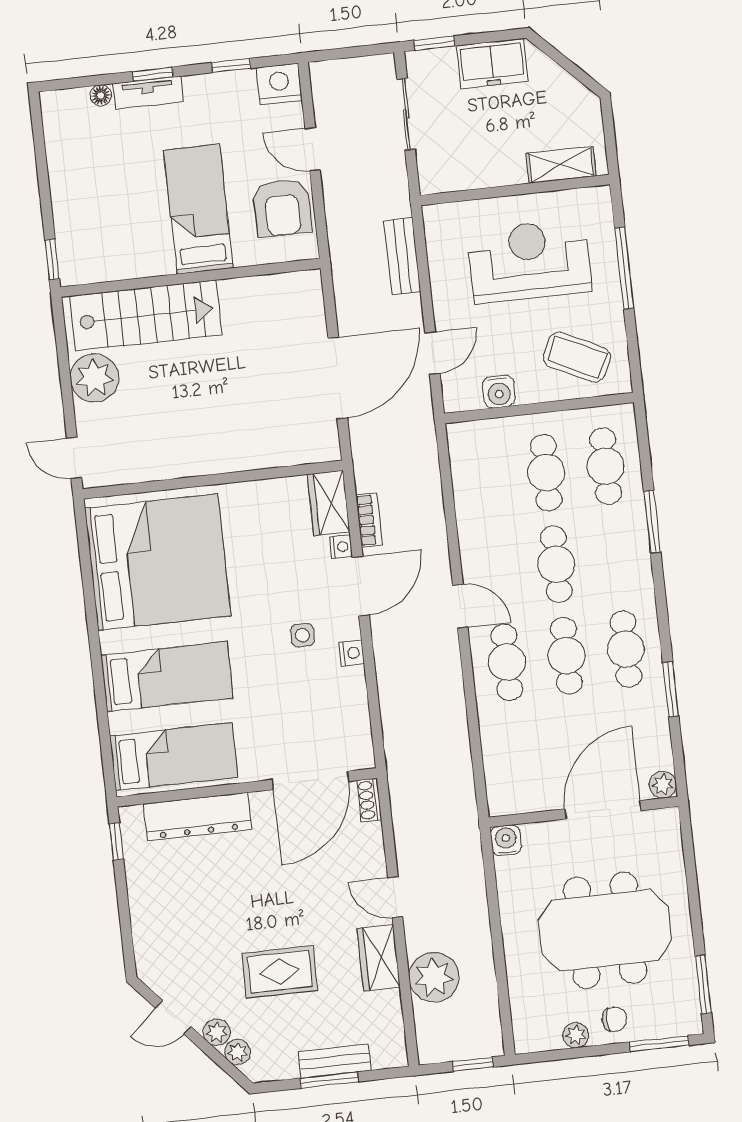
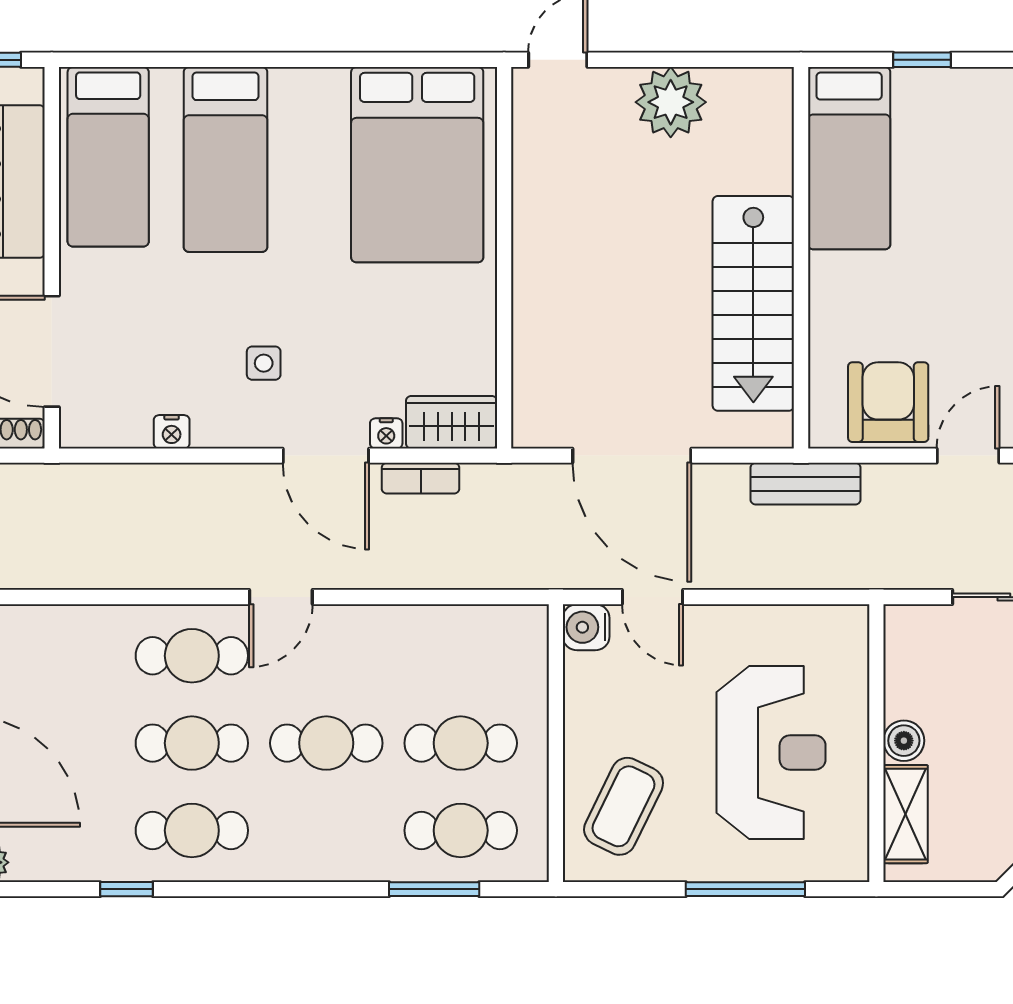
boiler: (511, 171) -> (904, 741), added
armchair: (282, 207) -> (888, 402), turned 90
bed: (198, 209) -> (849, 158), moved, turned 90
bench: (402, 256) -> (806, 484), moved
window: (52, 259) -> (922, 60), moved
stairs: (146, 315) -> (753, 303), moved
water cooler: (499, 392) -> (586, 627), moved
window: (652, 522) -> (434, 889), moved
bed: (158, 562) -> (417, 165), width x0.73
nightstand: (352, 653) -> (172, 432), moved
window: (671, 689) -> (126, 889), width x0.67

